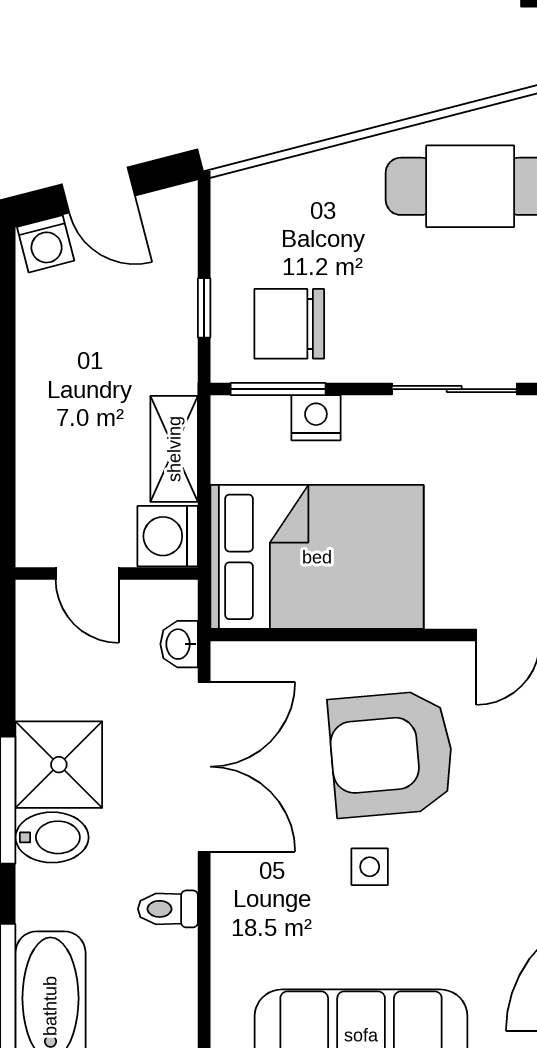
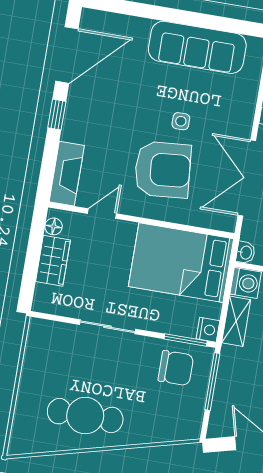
window: (204, 308) -> (212, 382), width x2.17
nightstand: (316, 418) -> (208, 330), moved, turned -90
washbasin: (179, 644) -> (246, 253), moved

